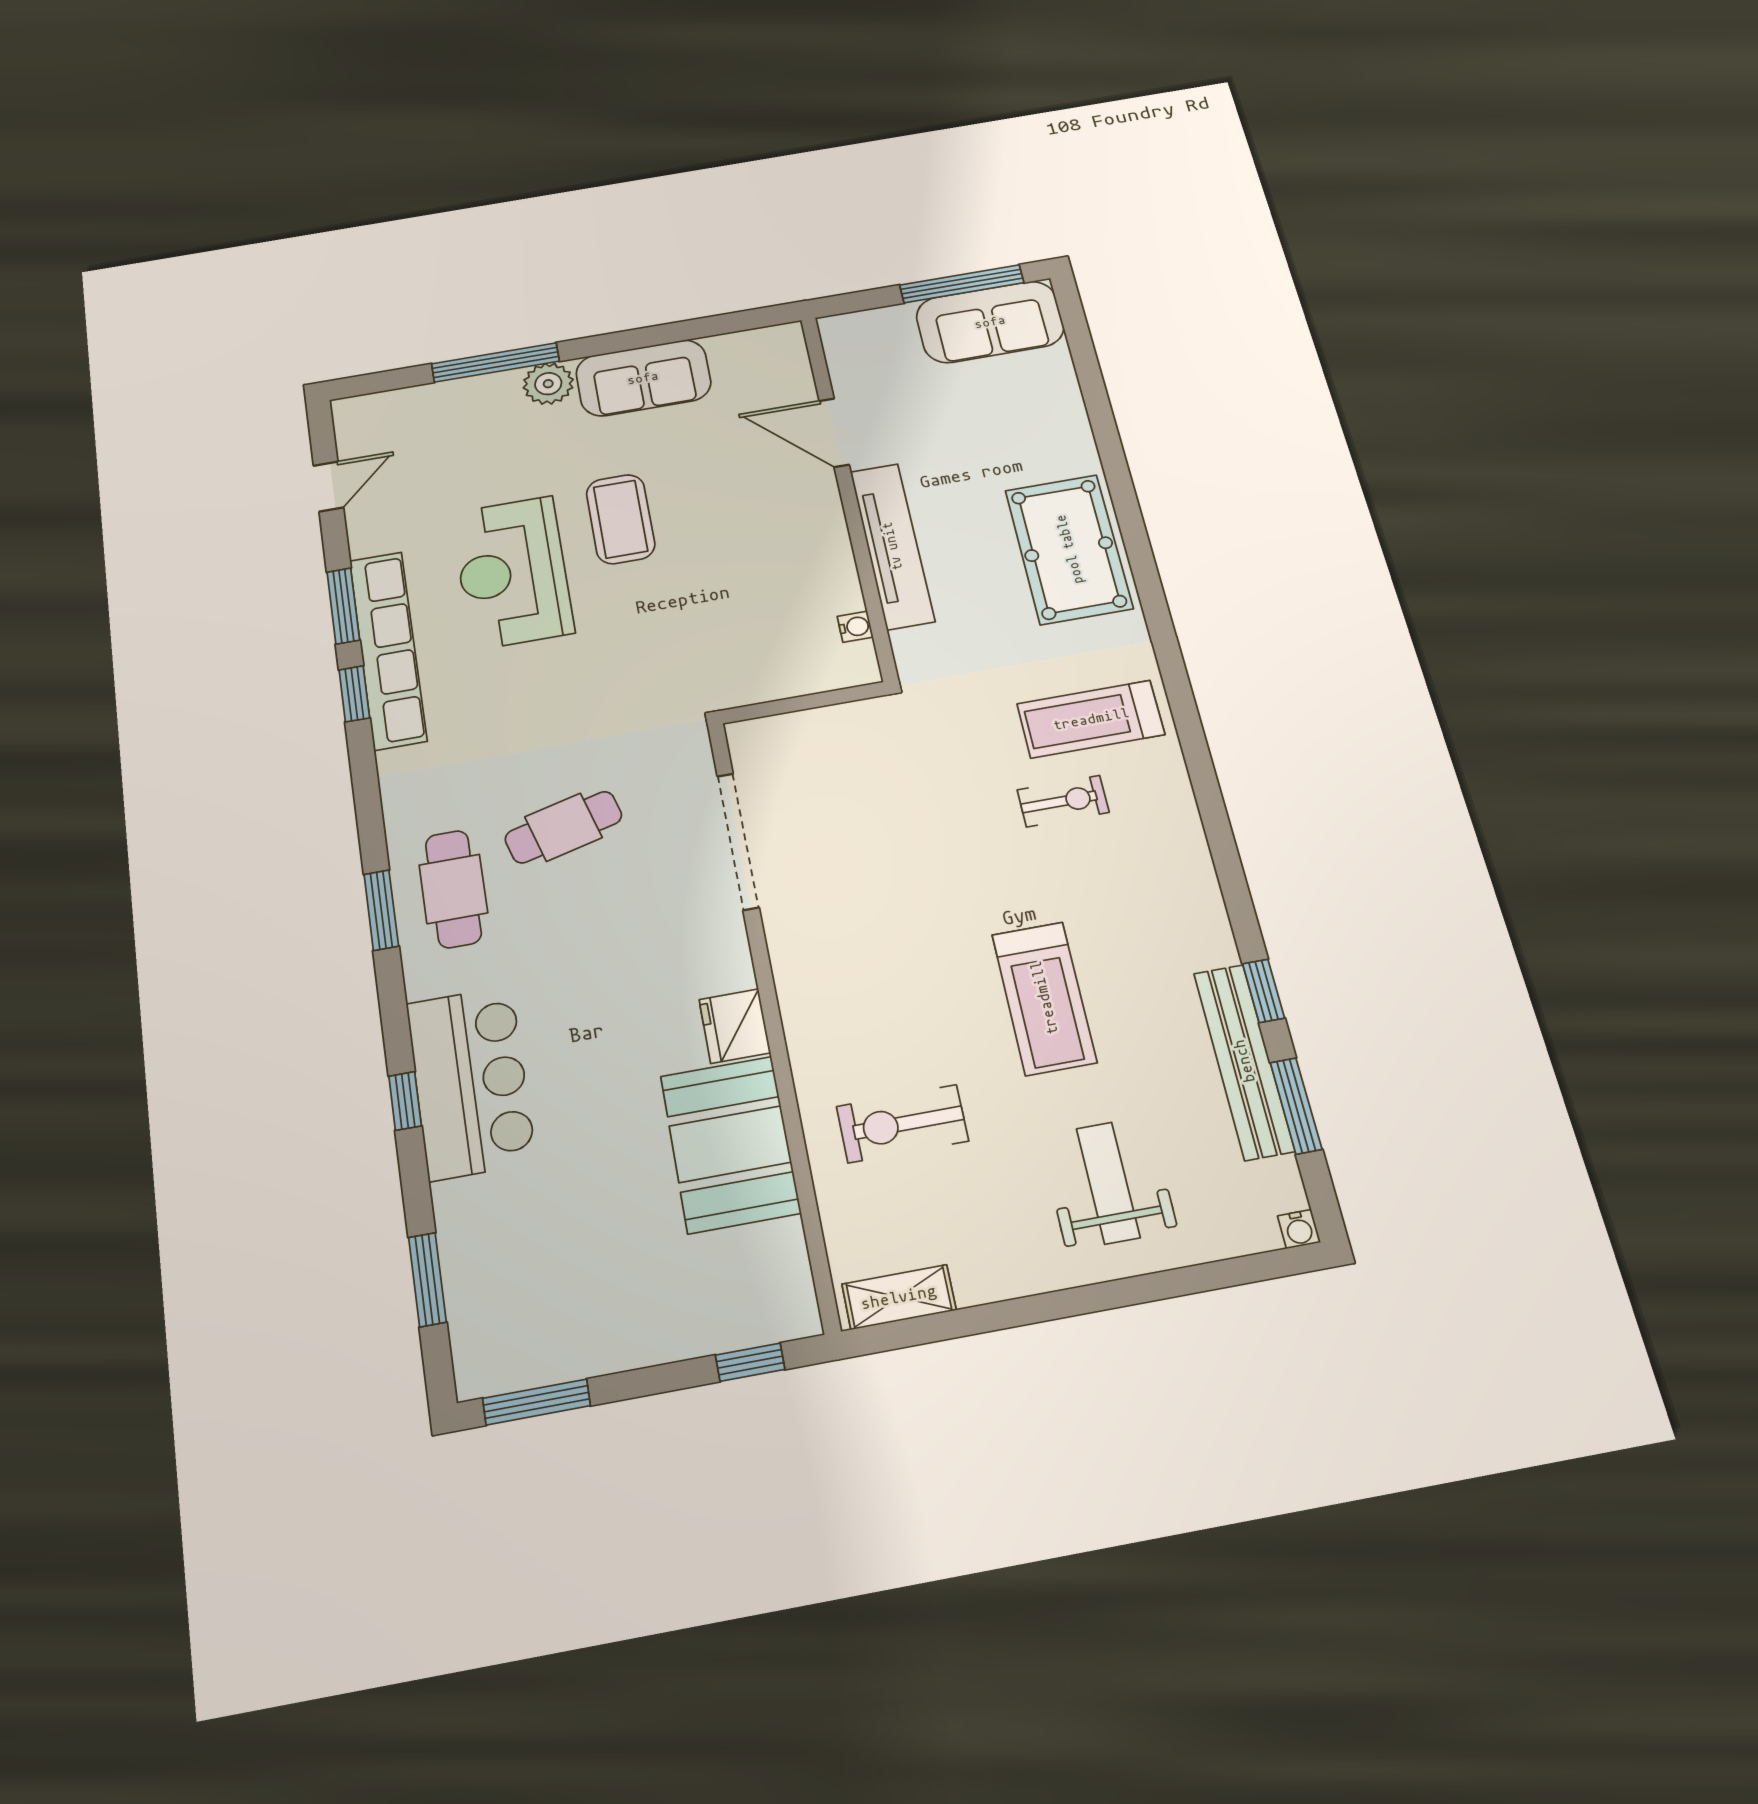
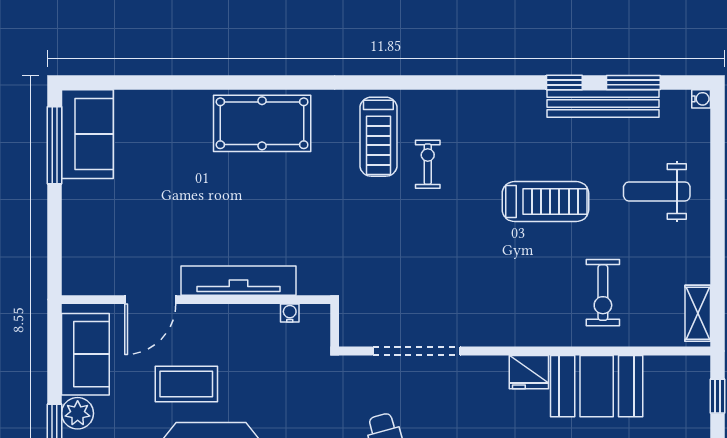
door: (834, 433) -> (150, 300), moved
wall: (848, 493) -> (196, 300), moved
tv unit: (892, 546) -> (238, 281), moved
water cooler: (855, 627) -> (290, 313), moved

